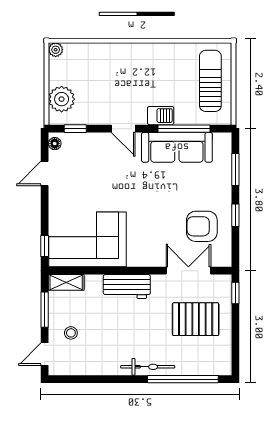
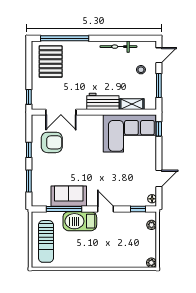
plant: (62, 99) -> (152, 225), width x0.53, depth x0.53
barbecue: (161, 116) -> (80, 221), width x1.88, depth x1.53
sofa: (177, 147) -> (69, 196), width x0.73
shelving: (66, 282) -> (132, 104), moved
pallet: (196, 319) -> (51, 61), moved, turned 90
bicycle: (148, 367) -> (118, 47), moved

